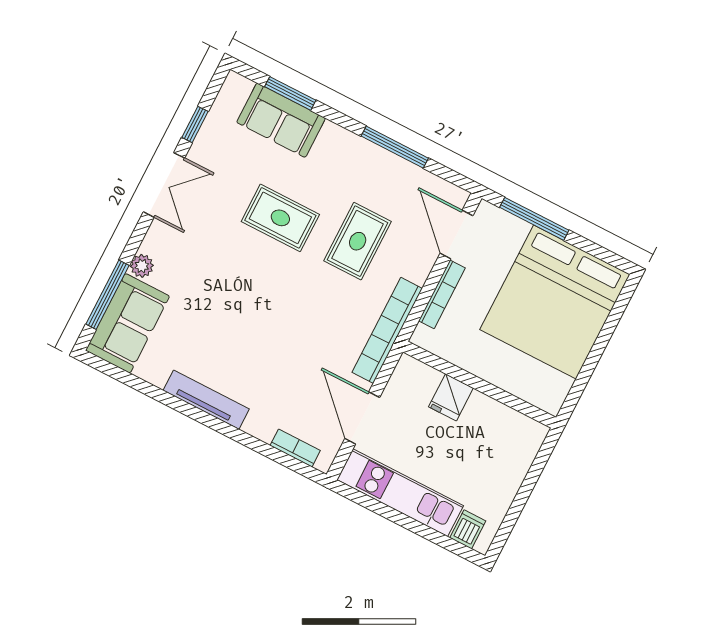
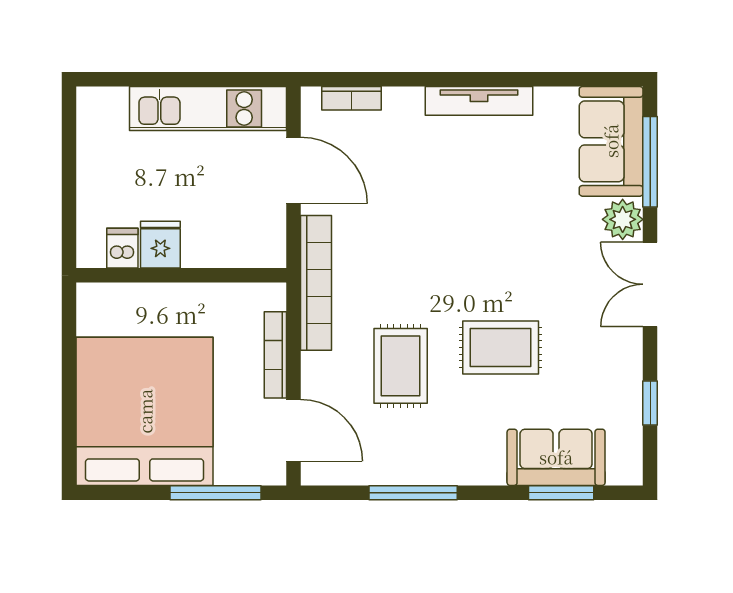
double door: (164, 185) -> (650, 284), moved
plant: (142, 266) -> (623, 219), width x1.38, depth x1.38
fridge: (451, 397) -> (160, 245), moved
dishwasher: (468, 529) -> (122, 248), moved, turned 180

